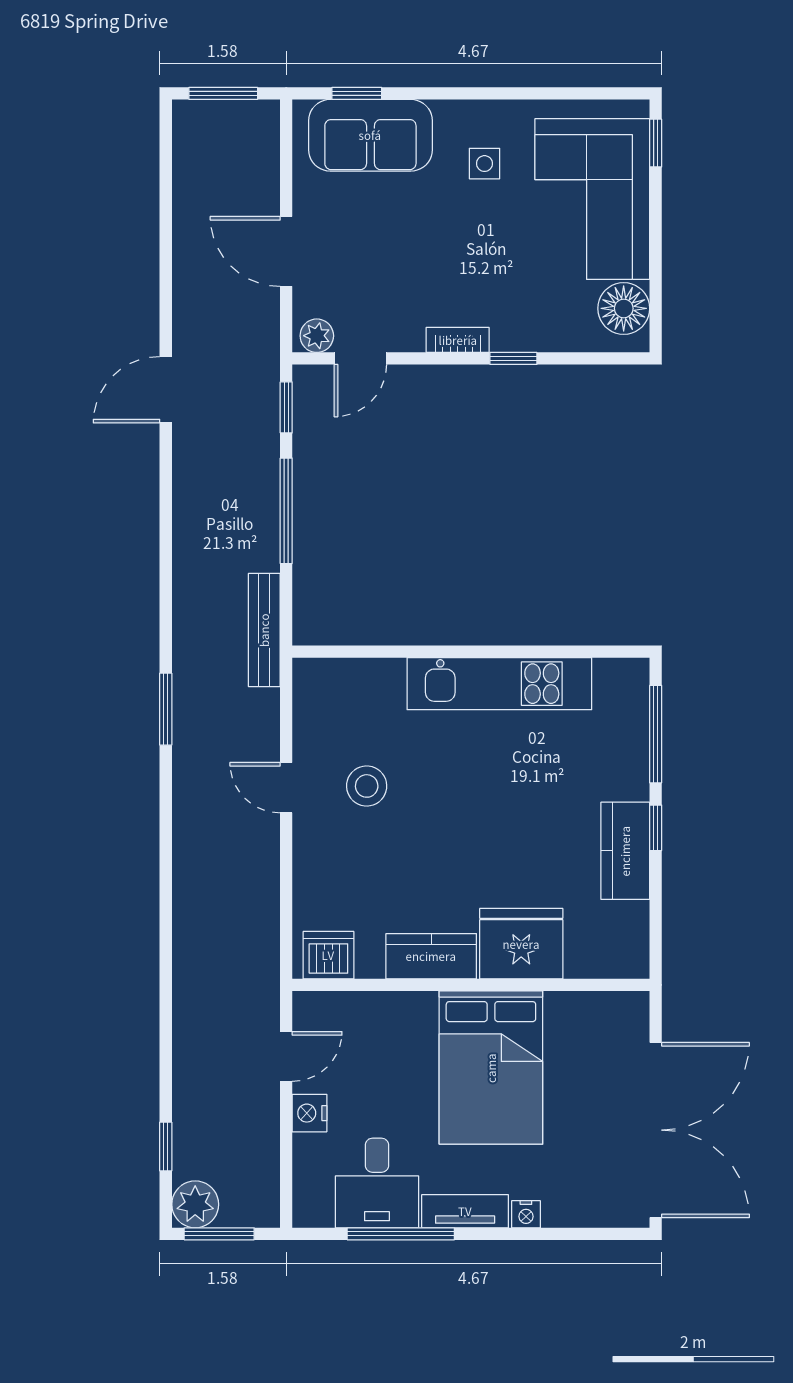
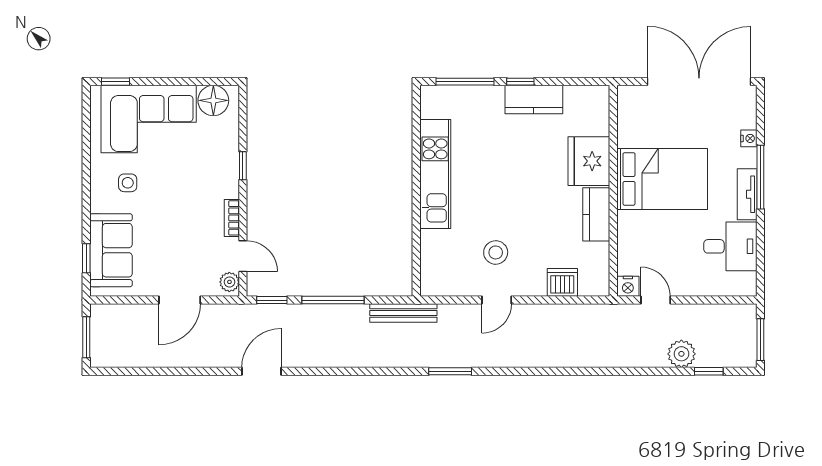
bookcase: (458, 340) -> (232, 218), moved
door: (166, 390) -> (261, 371), swing flipped
dishwasher: (328, 955) -> (562, 282), moved, turned 90
nightstand: (309, 1113) -> (628, 286), moved
plant: (195, 1204) -> (681, 354), moved
nightstand: (526, 1214) -> (749, 138), moved
window: (401, 1234) -> (760, 177), moved

